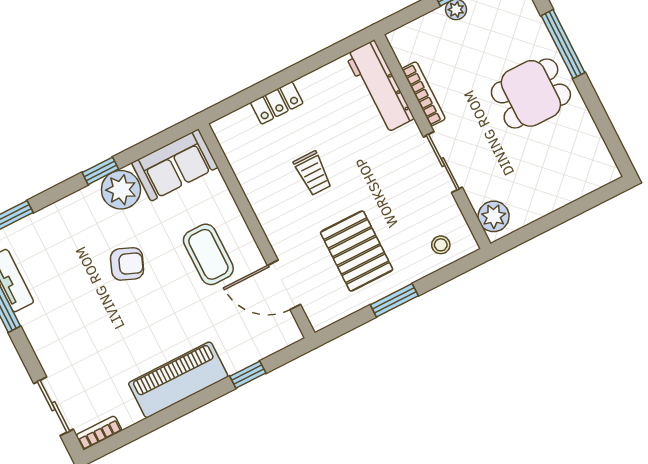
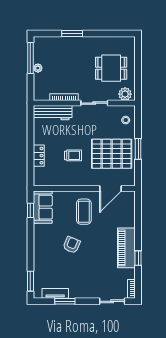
window: (563, 44) -> (72, 34), width x0.69
dining table: (531, 93) -> (111, 68), moved, turned 90
window: (100, 171) -> (30, 210), moved
plant: (121, 190) -> (42, 233), removed
pallet: (357, 251) -> (112, 154), width x1.37, depth x1.41
coffee table: (208, 254) -> (84, 212), turned 90
window: (248, 375) -> (138, 258), moved

